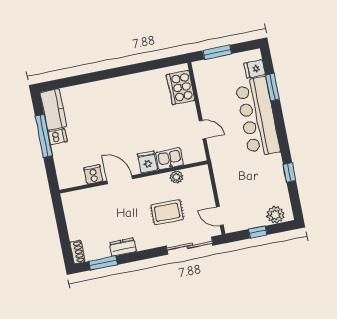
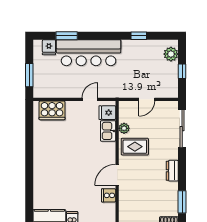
fridge: (148, 162) -> (107, 113), moved
rug: (167, 212) -> (135, 147), moved, turned 90
door: (220, 216) -> (147, 99), moved
dresser: (123, 247) -> (172, 171), moved

